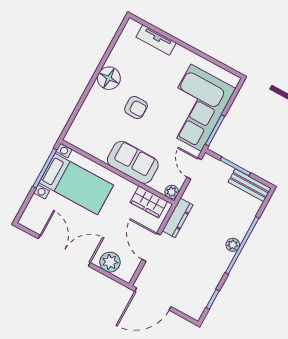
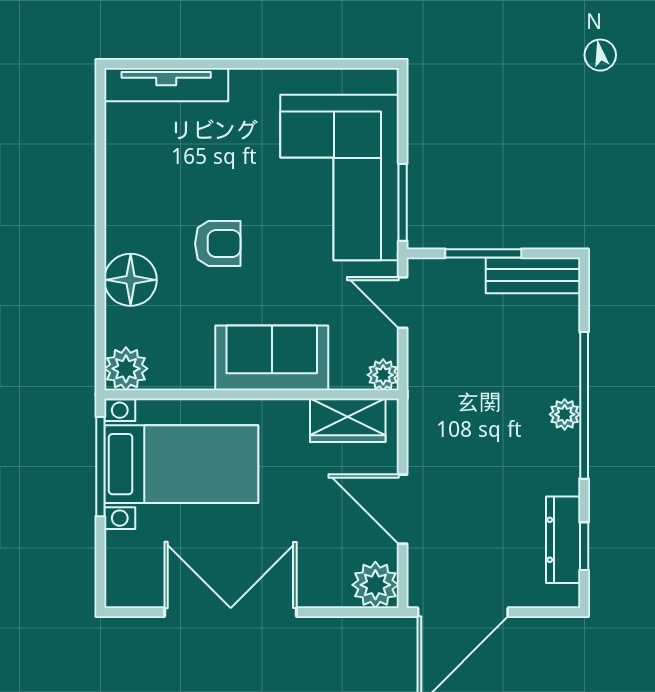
tv unit: (156, 40) -> (166, 85), width x1.41
floor lamp: (109, 78) -> (131, 280), moved
plant: (75, 136) -> (126, 369), added
dresser: (178, 218) -> (563, 540), moved, turned 180
plant: (110, 262) -> (375, 585), moved

